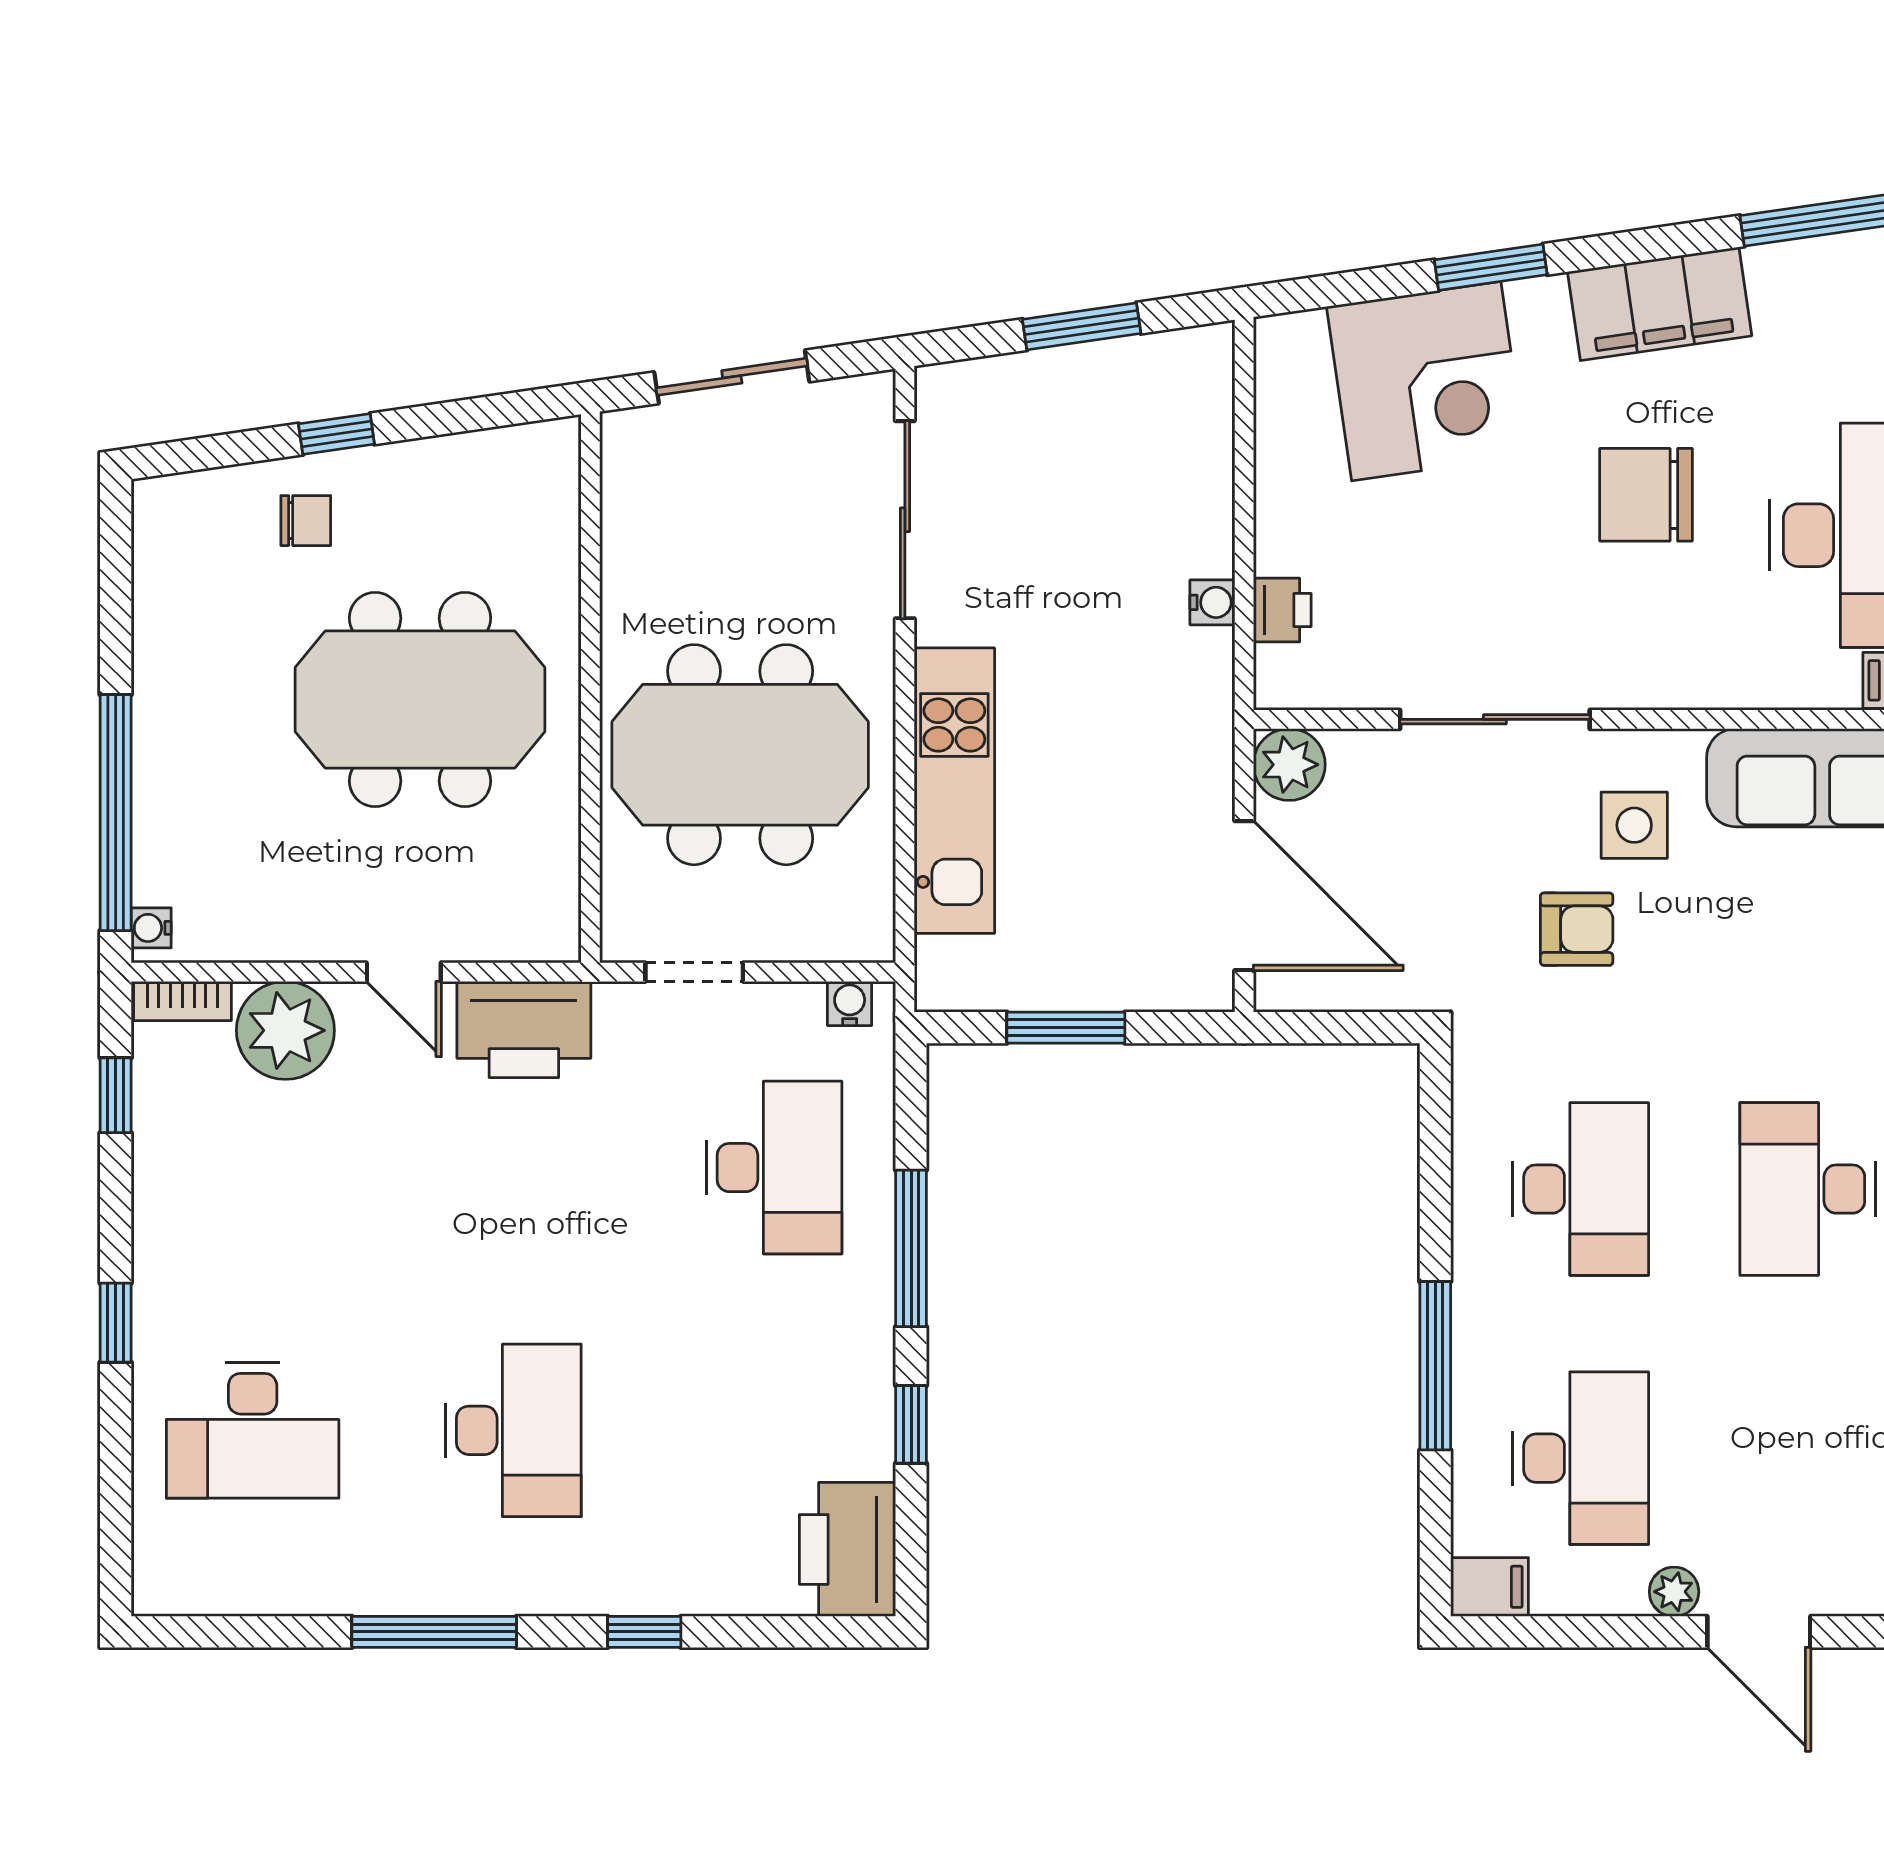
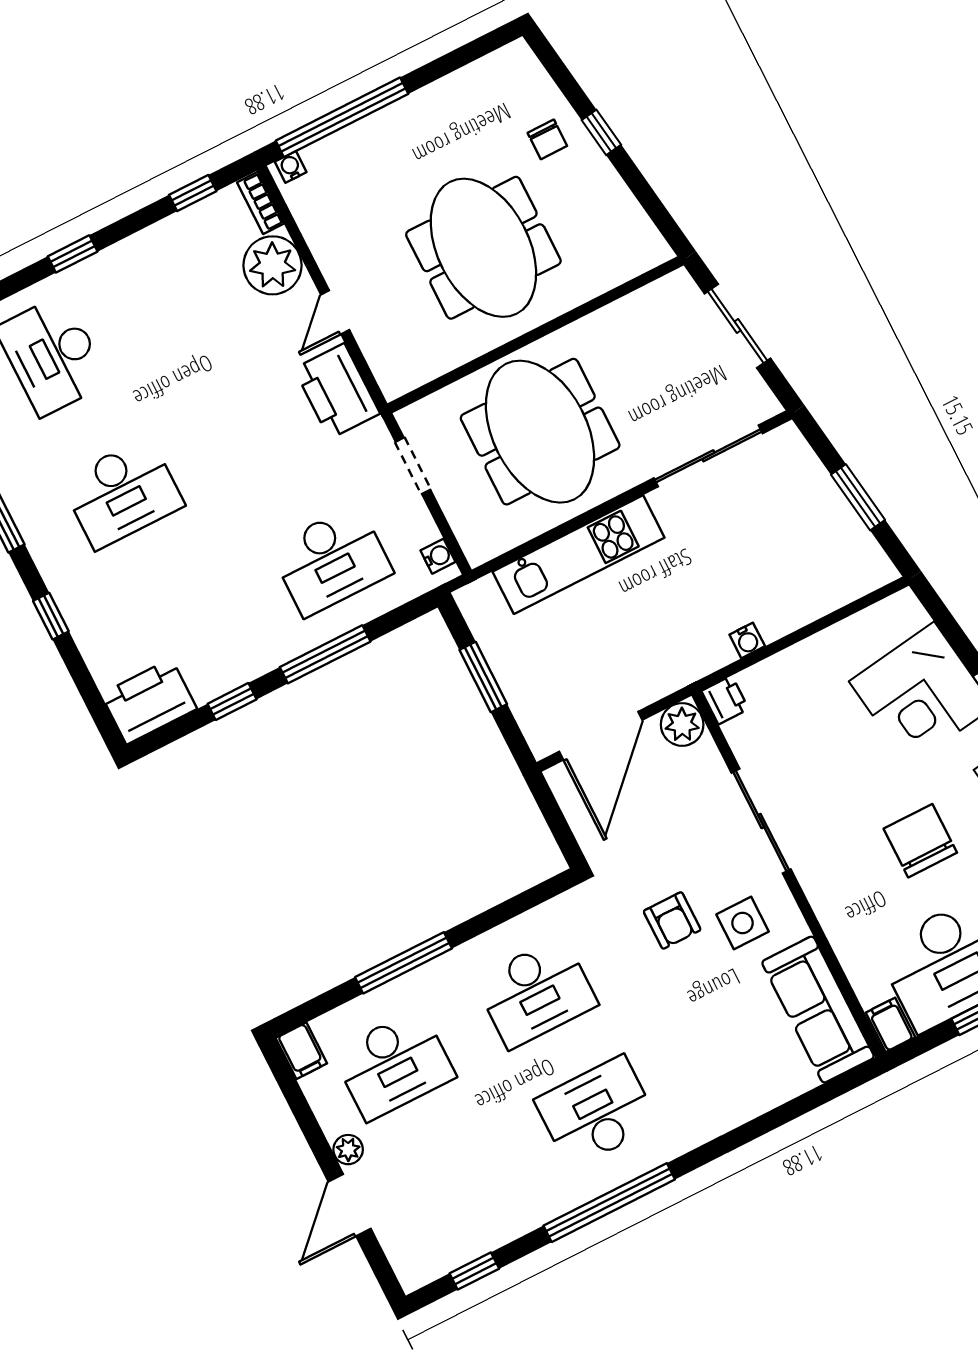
printer: (1282, 610) -> (725, 700), moved, turned -90

